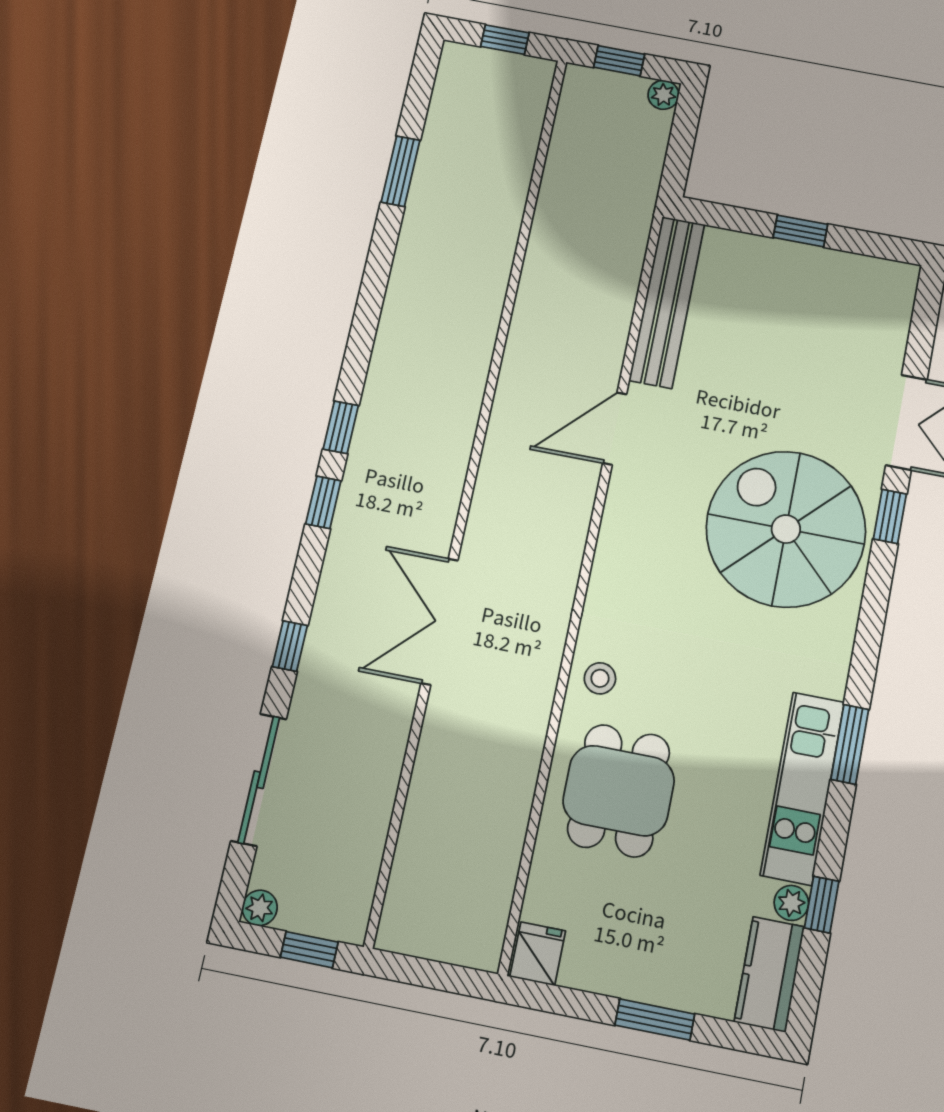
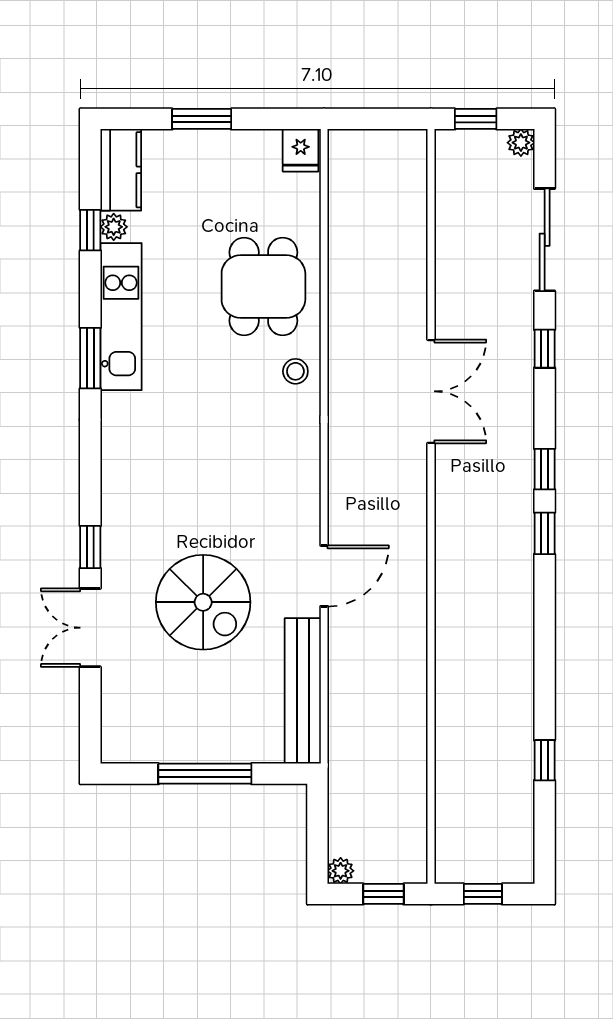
window: (400, 171) -> (545, 760), width x0.67
window: (800, 231) -> (205, 774), width x2.17
spiral stairs: (786, 529) -> (203, 602), moved, width x0.73, depth x0.73

